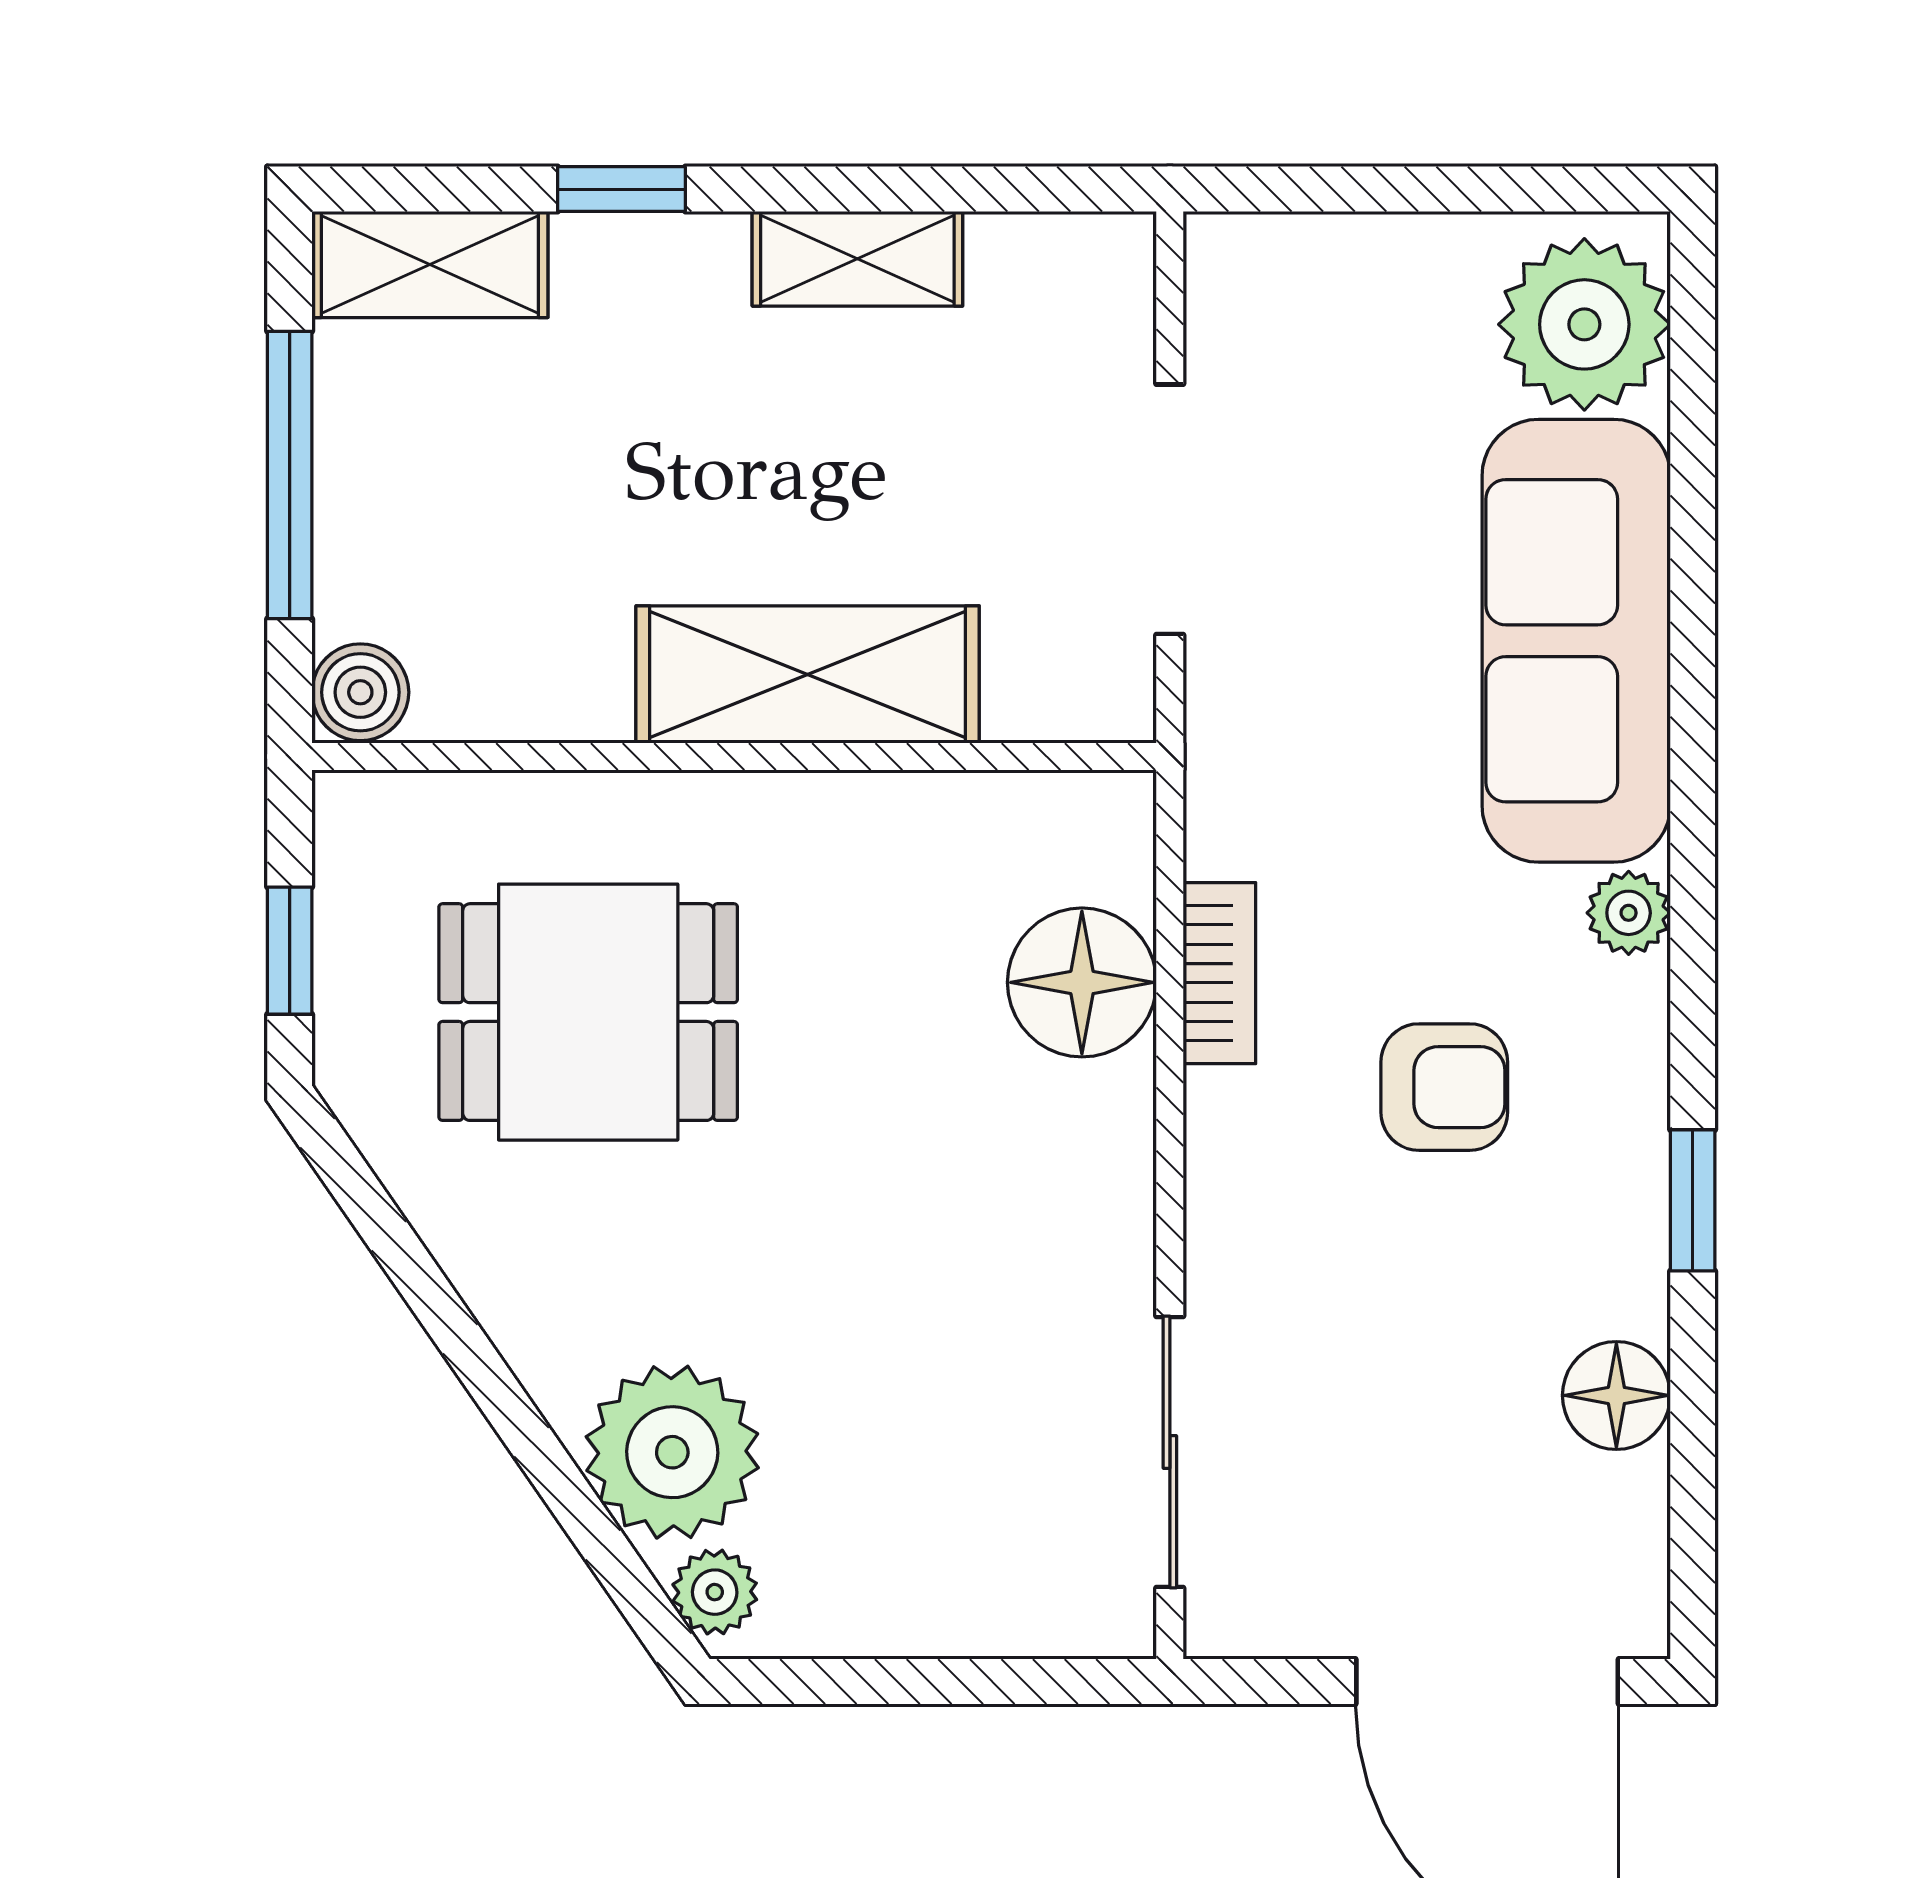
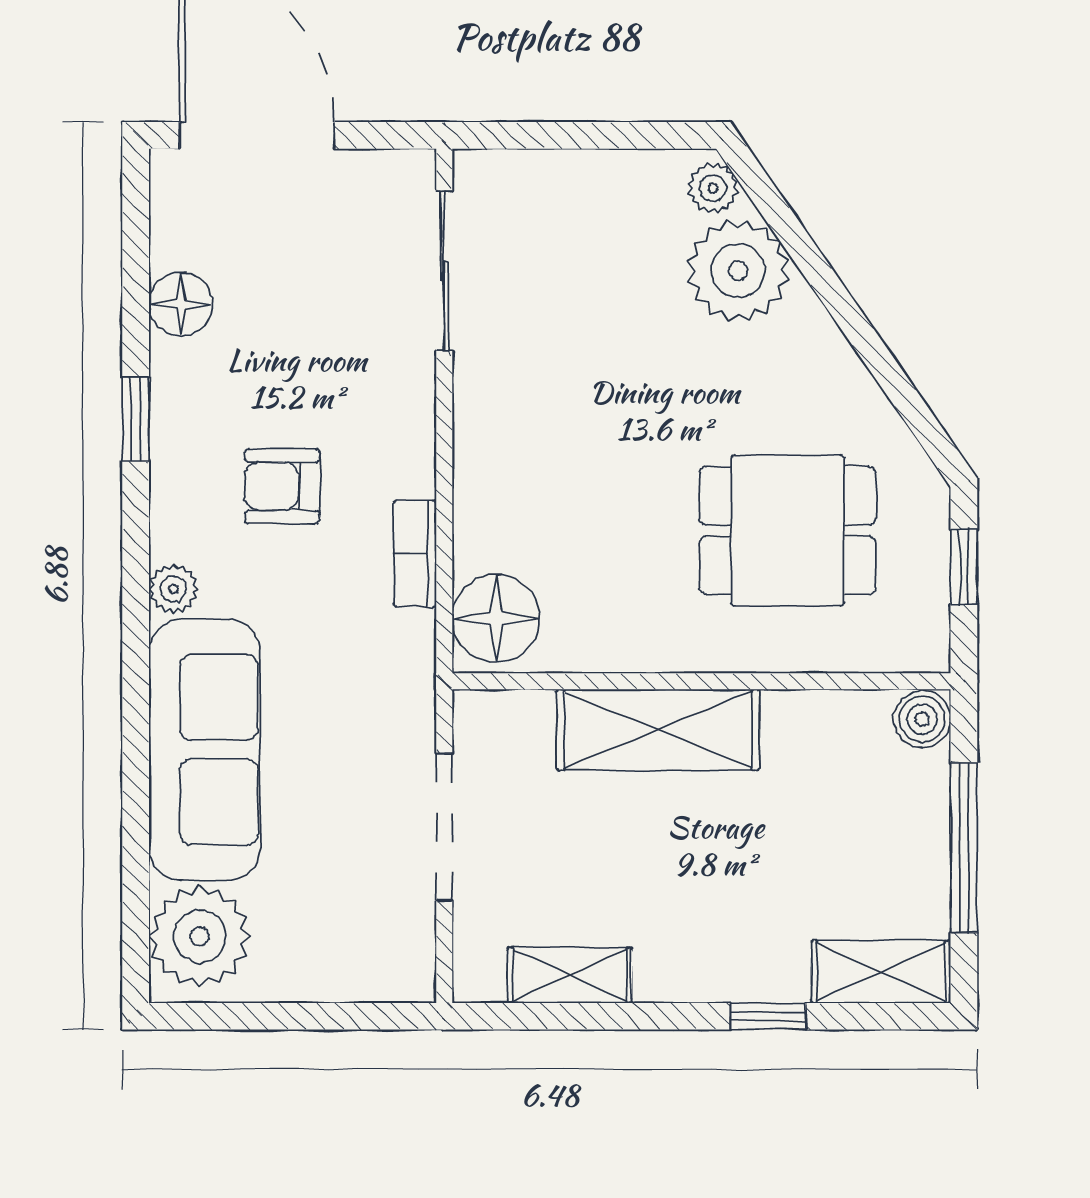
shelving: (857, 259) -> (570, 975), moved
floor lamp: (1082, 982) -> (496, 618), moved

